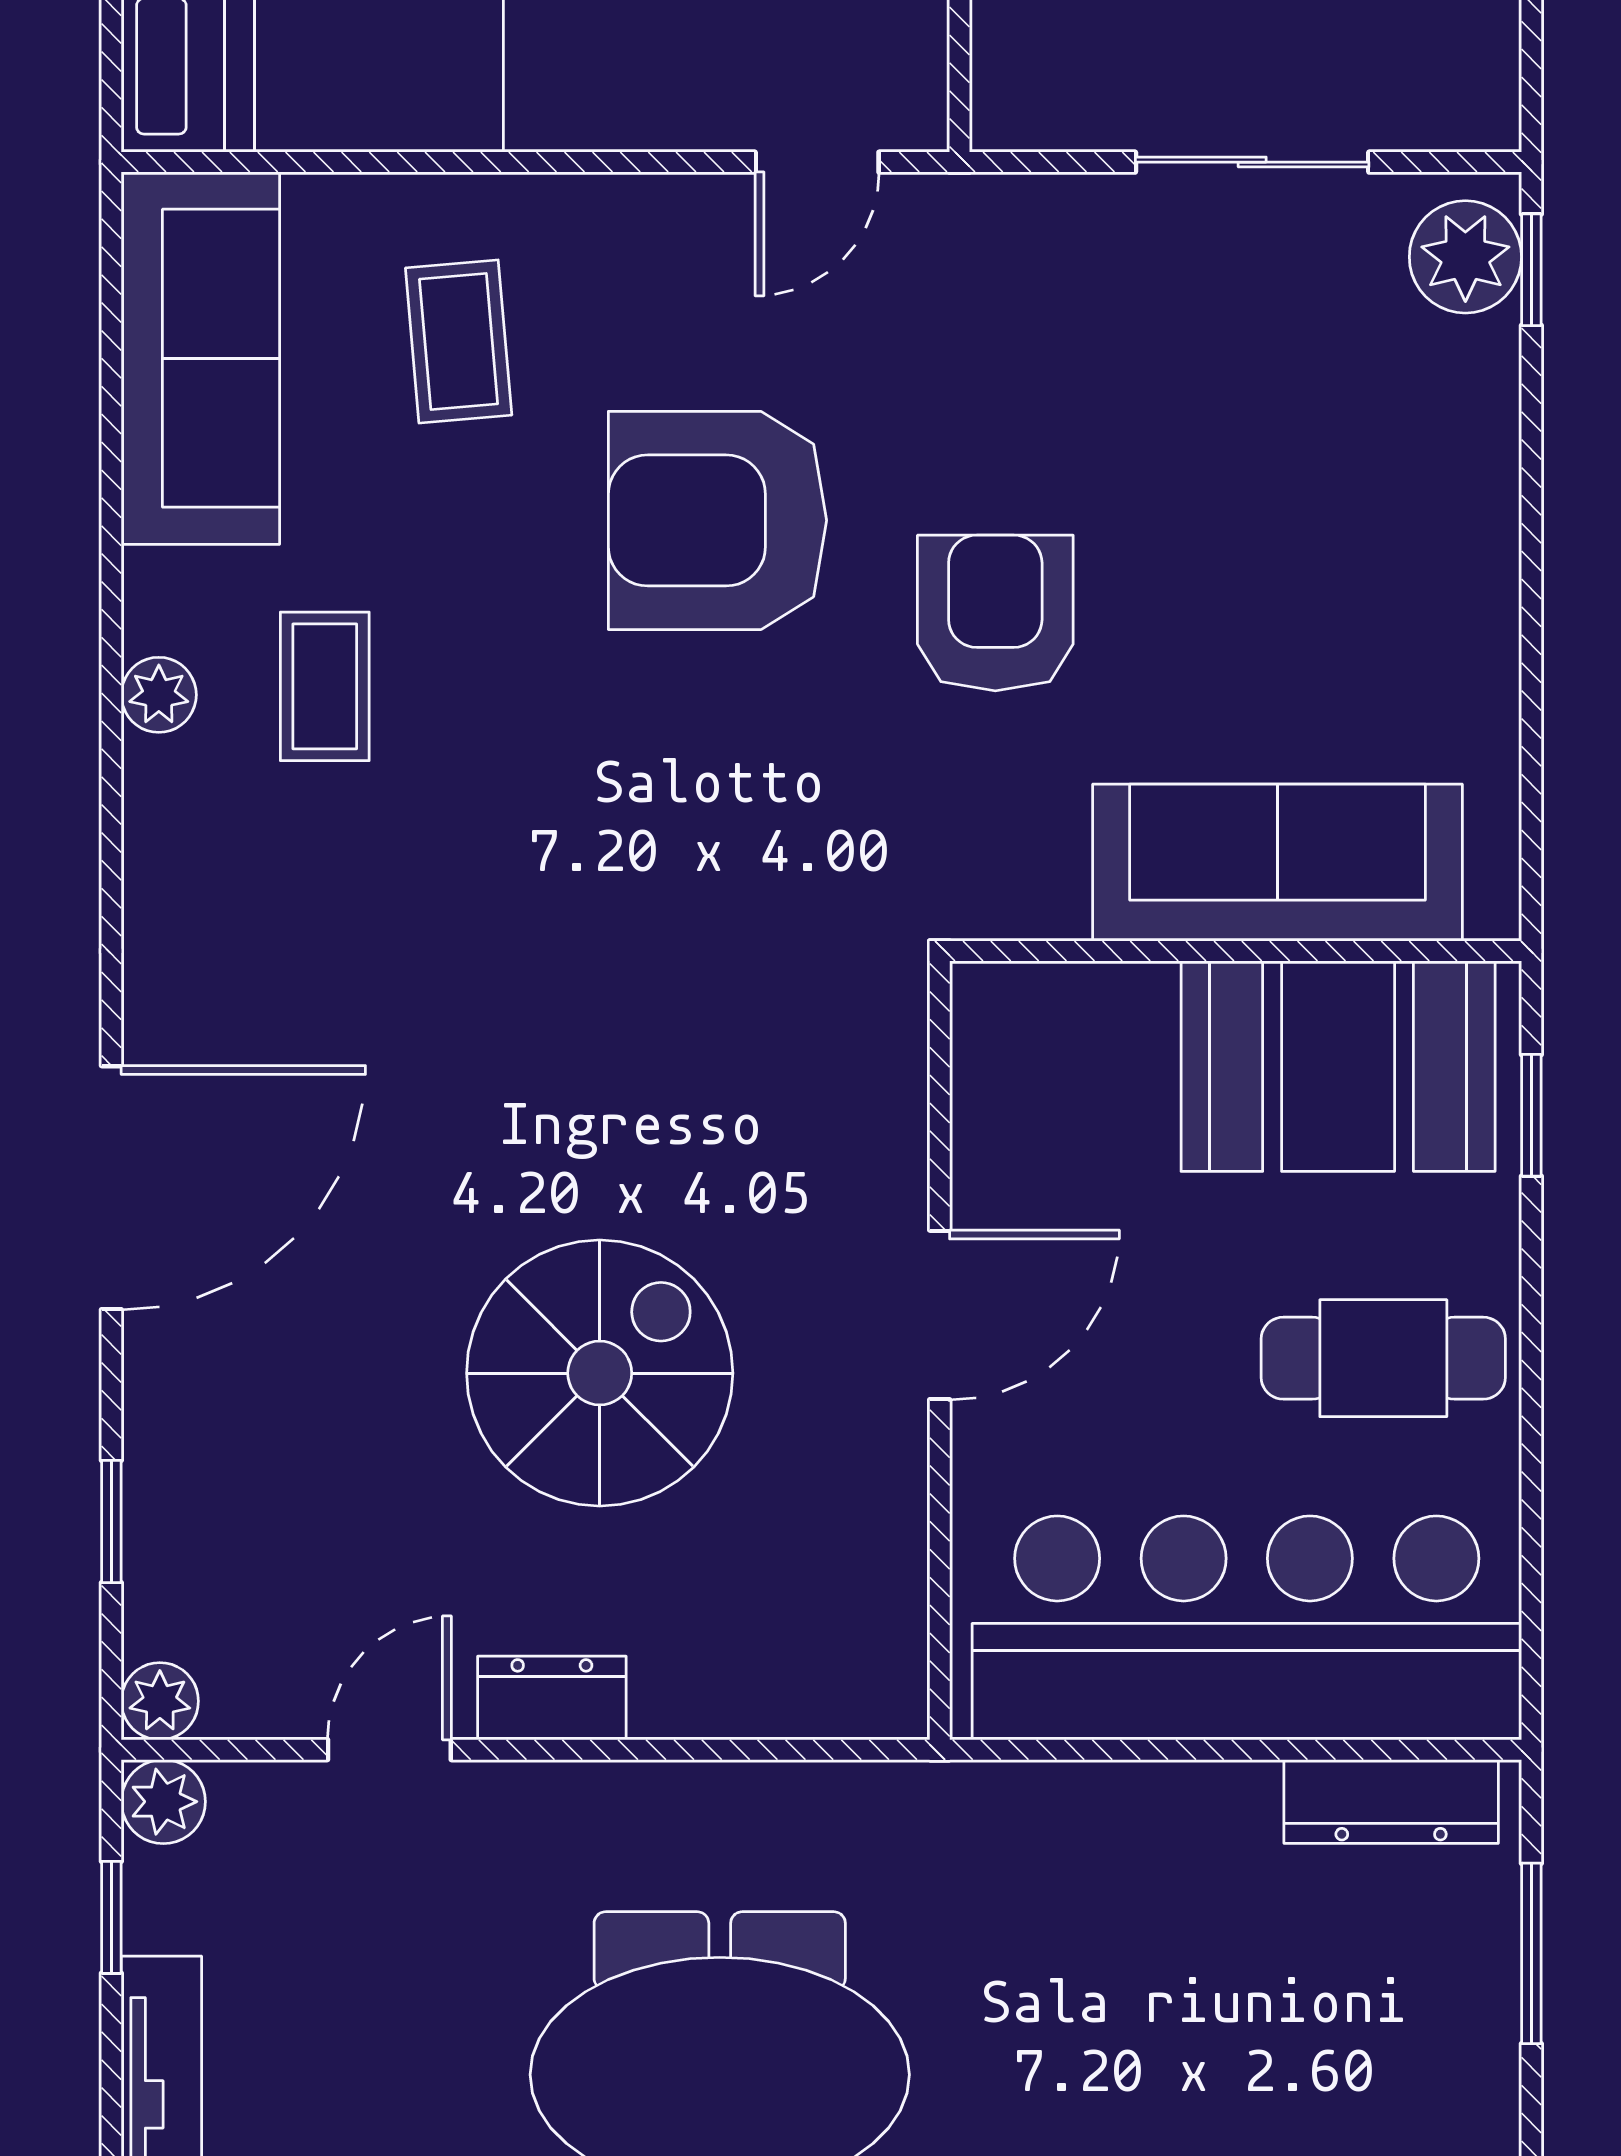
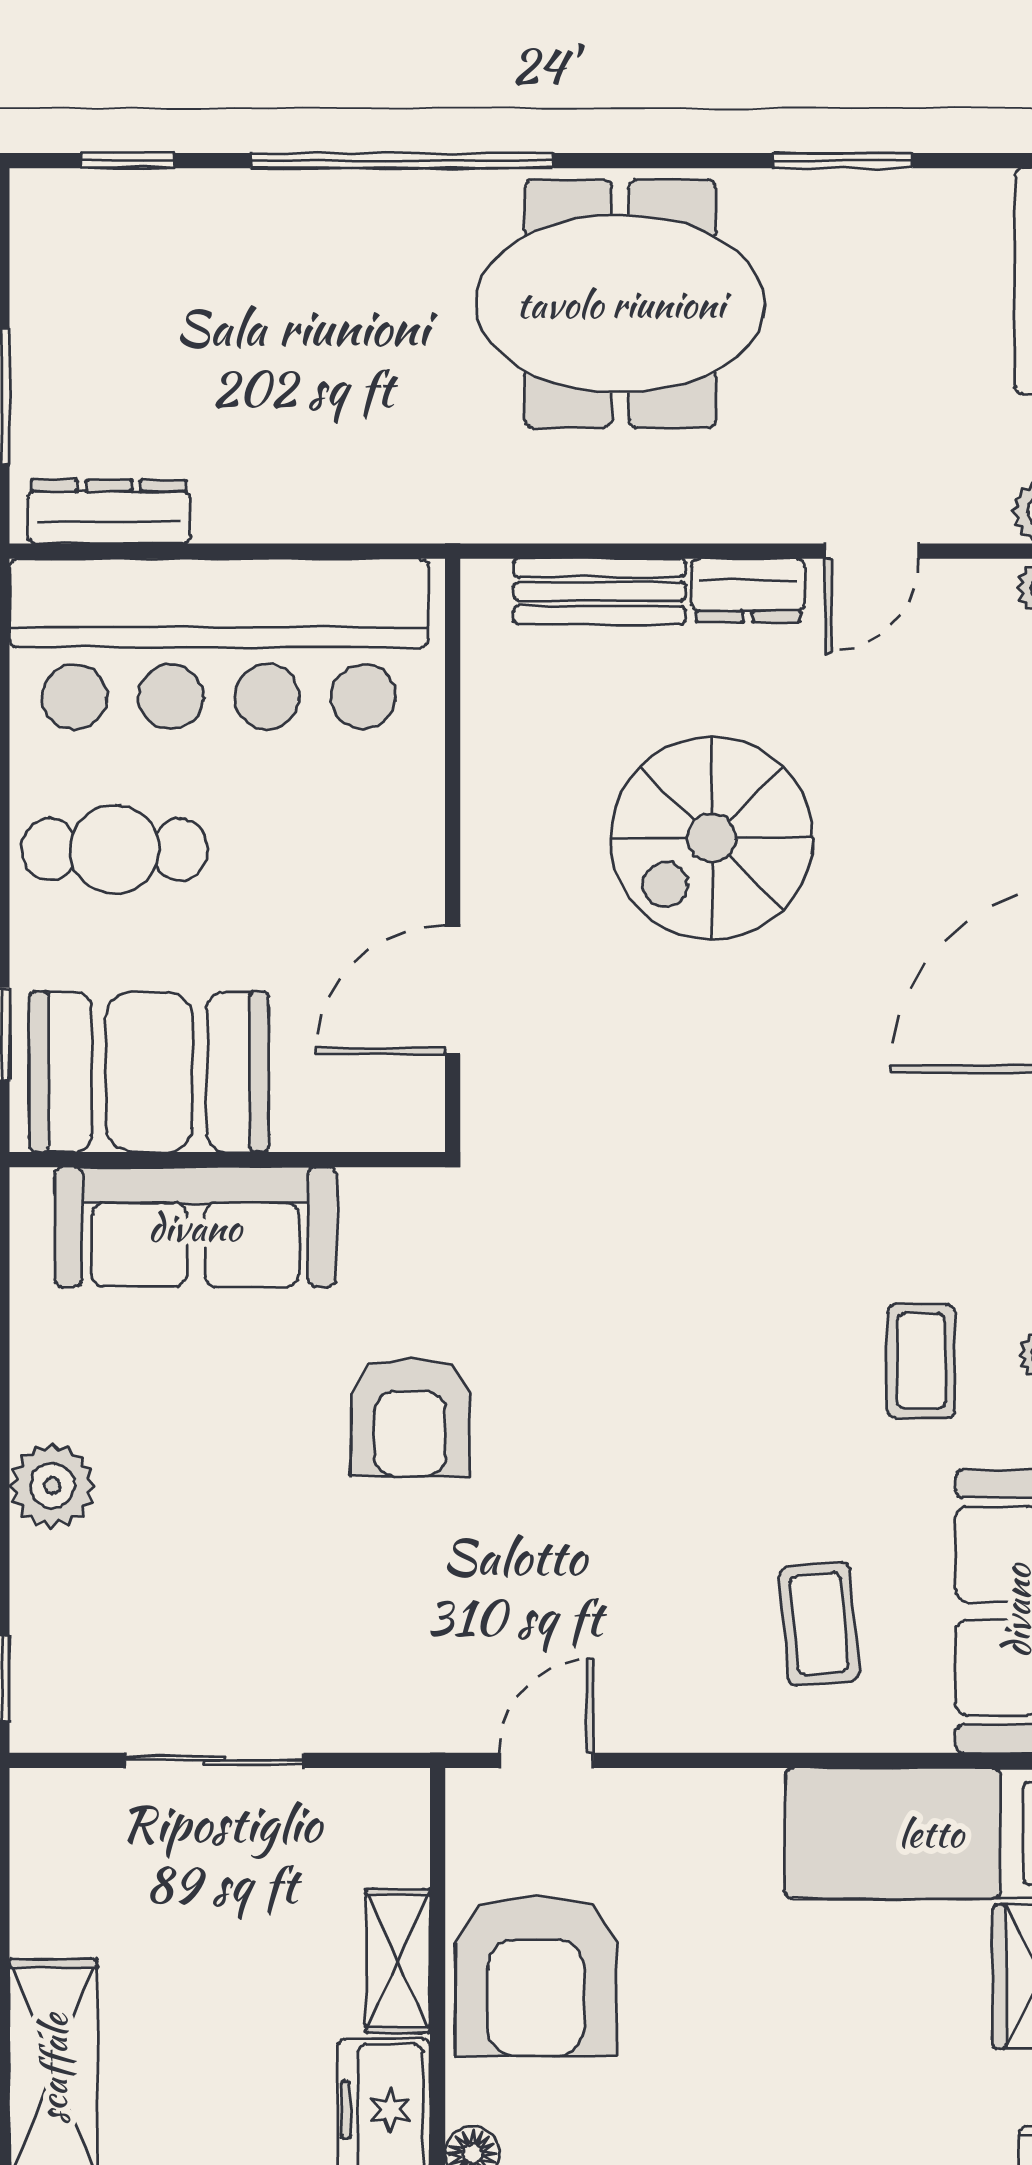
plant: (1465, 257) -> (52, 1486), moved
armchair: (717, 520) -> (622, 1487), removed
door: (940, 1315) -> (453, 990), moved
bench: (747, 1697) -> (599, 591), added

